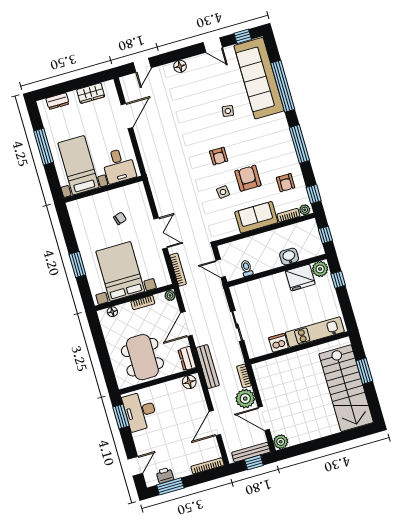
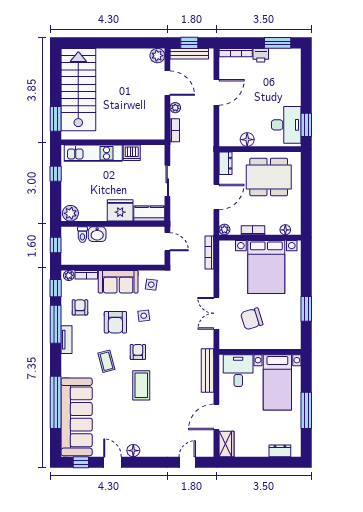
floor lamp: (180, 66) -> (133, 451), moved
wardrobe: (91, 93) -> (227, 444), moved, turned 90
side table: (228, 111) -> (151, 285), moved
coffee table: (206, 126) -> (141, 385), added
coffee table: (246, 139) -> (106, 361), added
window: (299, 144) -> (56, 324), moved
tv unit: (290, 149) -> (66, 340), added
chair: (120, 218) -> (252, 319), width x1.87, depth x1.87
double door: (160, 233) -> (216, 313), moved
window: (77, 265) -> (306, 309), moved
toilet: (247, 268) -> (82, 235), moved
fridge: (300, 278) -> (120, 210), moved
window: (338, 280) -> (56, 174), moved
kitchen counter: (245, 290) -> (149, 214), added
dining table: (142, 357) -> (269, 177), turned 90
bench: (208, 367) -> (208, 371), moved
window: (364, 371) -> (56, 119), moved
floor lamp: (189, 382) -> (247, 140), moved
plant: (245, 399) -> (175, 108), width x0.53, depth x0.53
door: (135, 466) -> (306, 72), removed
printer: (165, 475) -> (261, 55), moved

